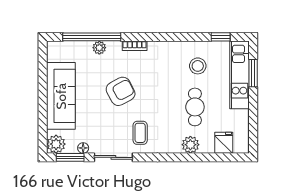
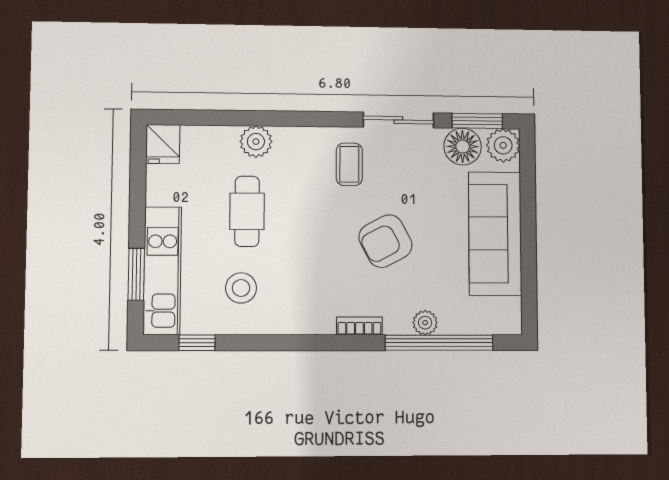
fridge: (224, 143) -> (163, 144), moved
floor lamp: (83, 148) -> (463, 147), width x1.89, depth x1.89

